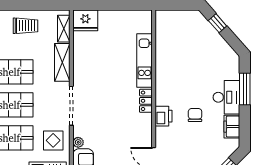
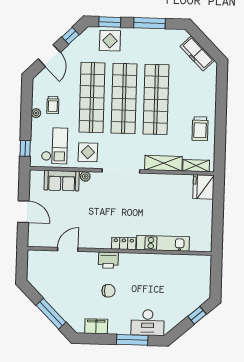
desk: (226, 97) -> (148, 322), moved

